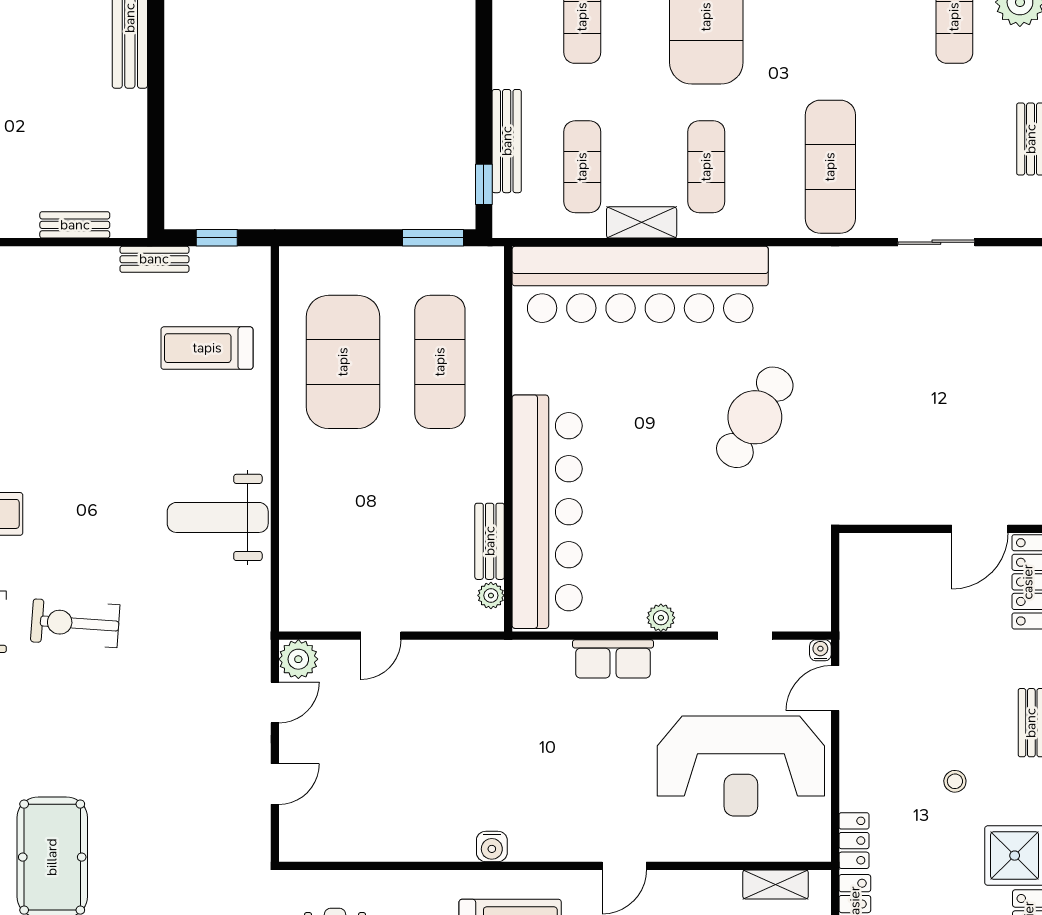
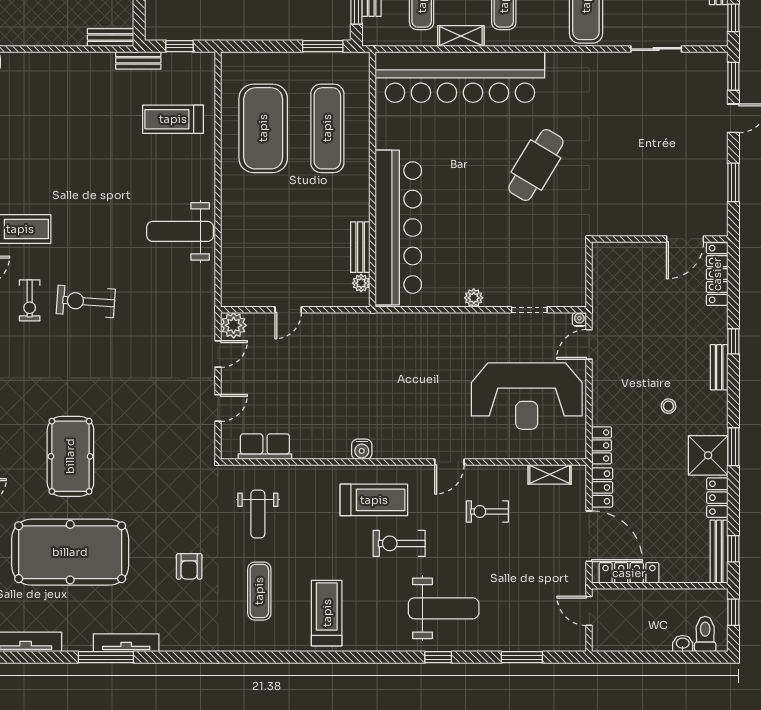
bench: (75, 225) -> (110, 38), moved
row of seats: (613, 659) -> (265, 447), moved, turned 180

